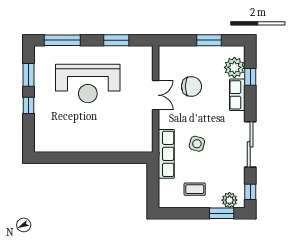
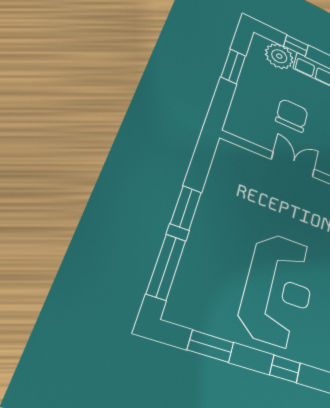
window: (116, 40) -> (186, 208), moved
reception desk: (88, 84) -> (279, 289), moved
window: (28, 105) -> (285, 369), moved

